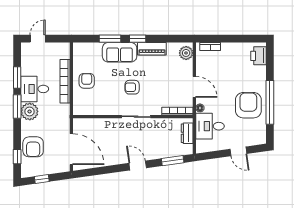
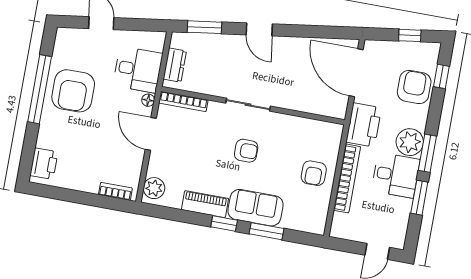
printer: (61, 117) -> (364, 125), added

